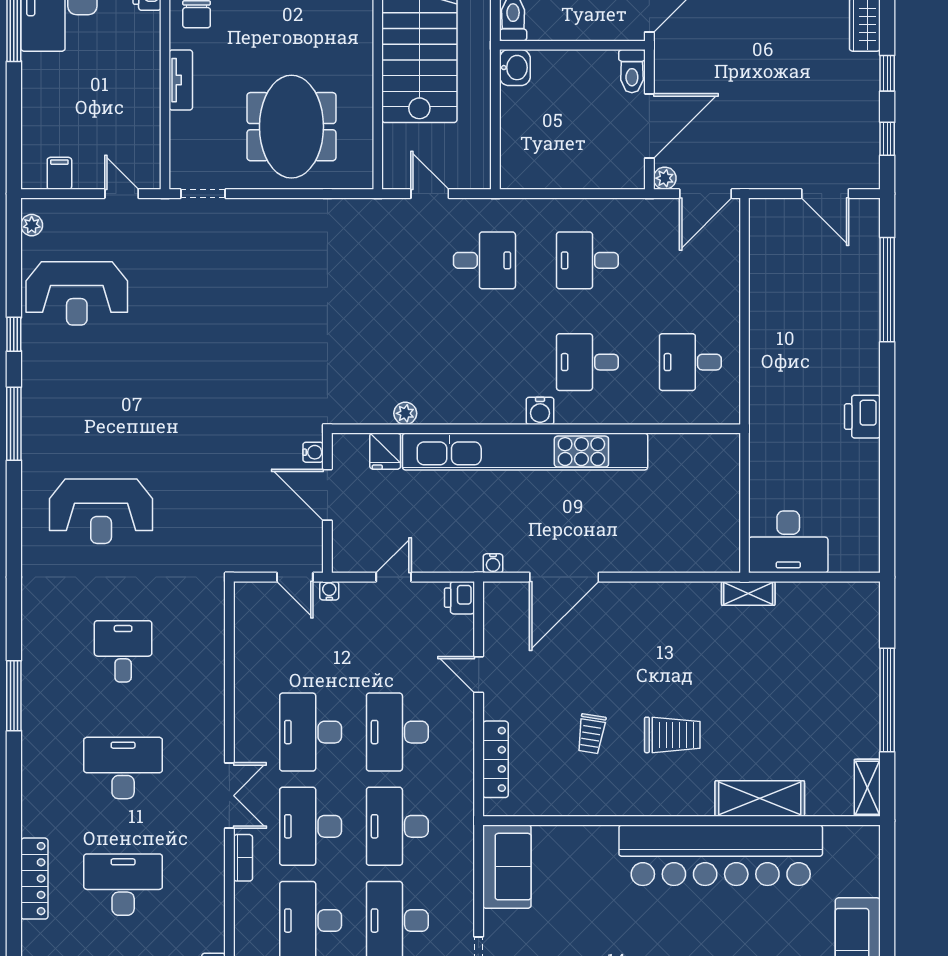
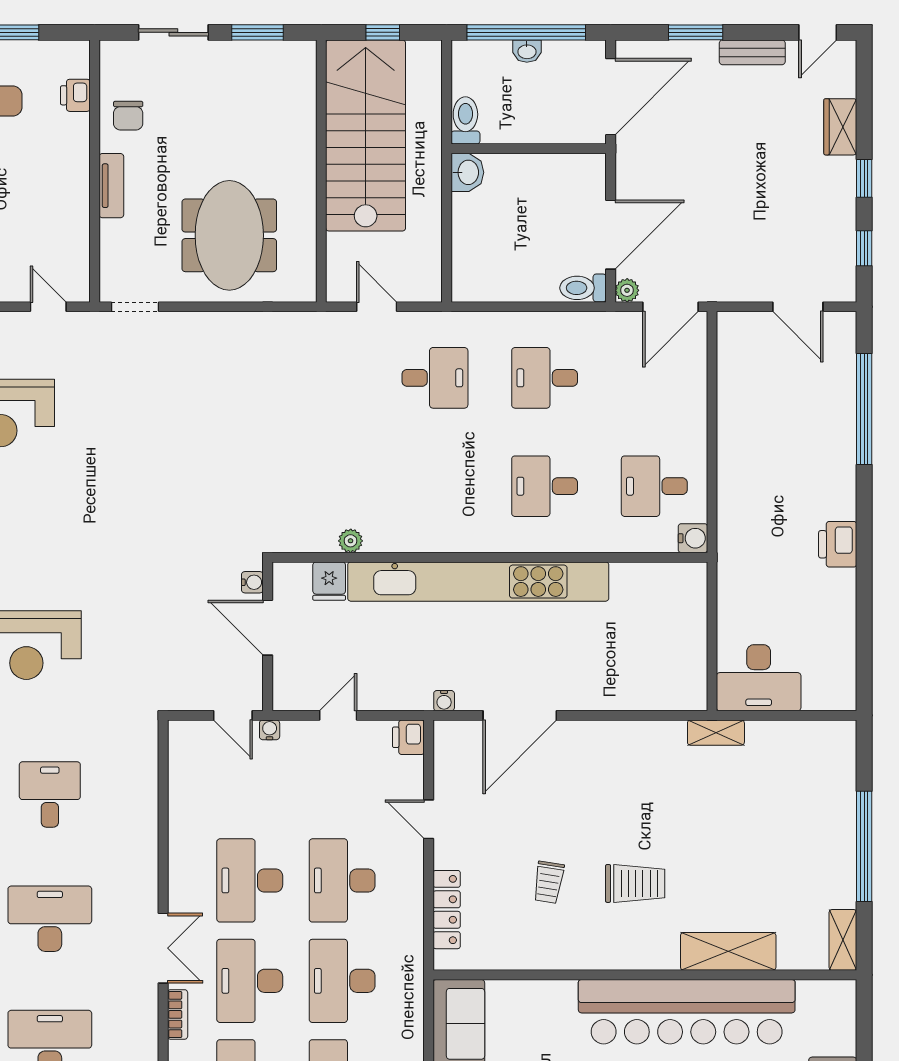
toilet: (632, 71) -> (583, 288), moved, turned 90
water cooler: (540, 411) -> (693, 538), moved, turned -90

